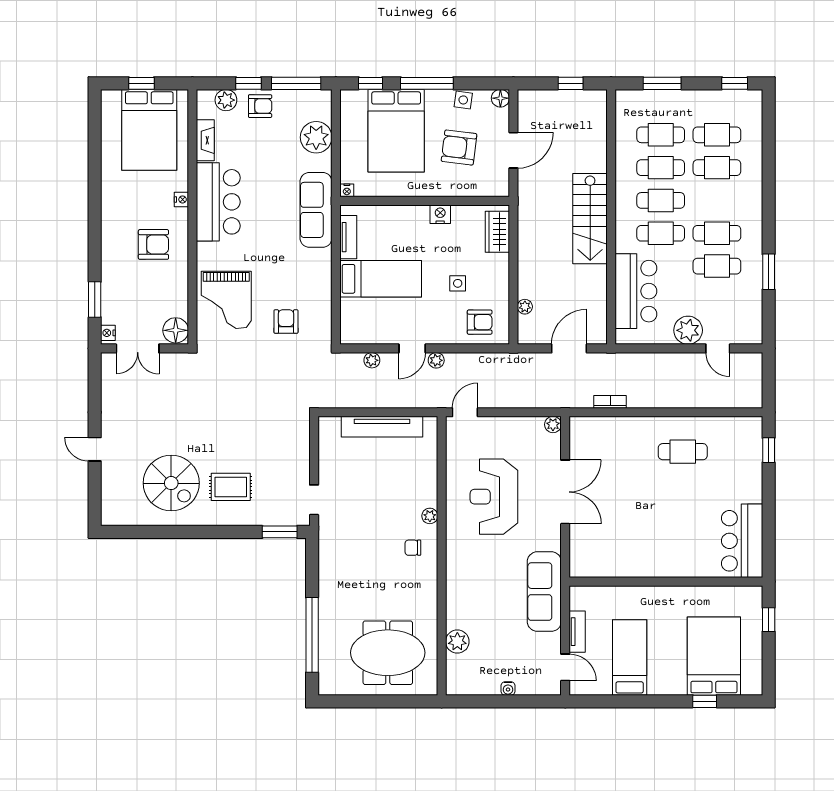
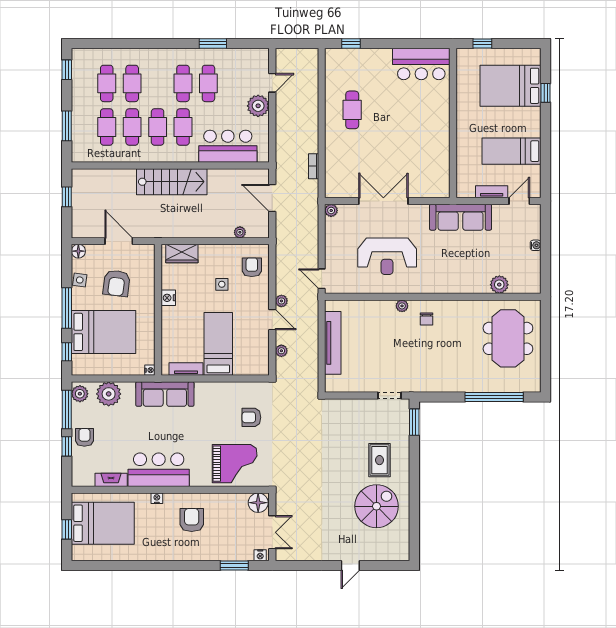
plant: (226, 100) -> (80, 394), moved

